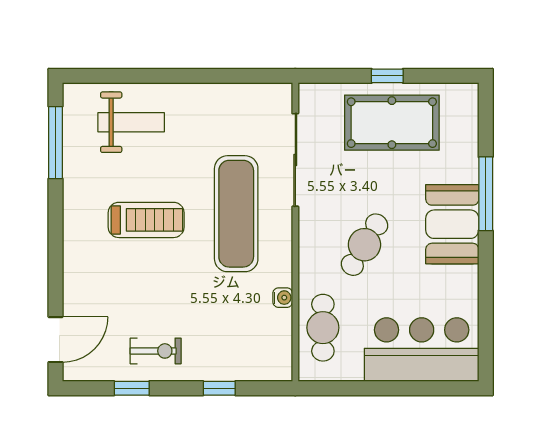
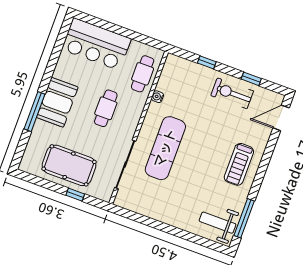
window: (387, 76) -> (75, 195), moved
weight bench: (131, 122) -> (218, 223), moved
treadmill: (146, 220) -> (239, 164), moved, turned -90
cafe table: (364, 245) -> (106, 108), turned -31
exercise bike: (156, 351) -> (232, 93), width x1.38, depth x1.39

